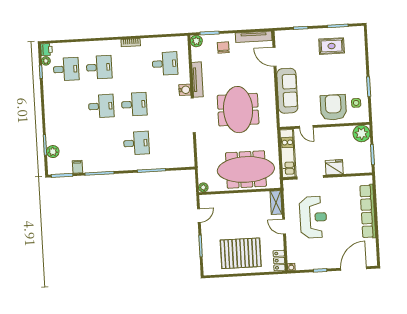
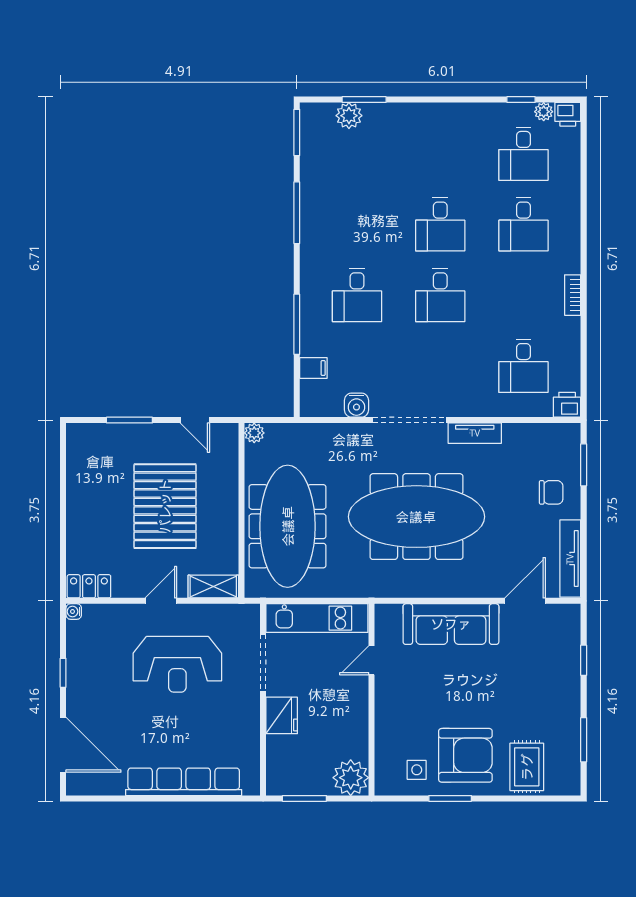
plant: (196, 41) -> (568, 436), removed
printer: (182, 42) -> (567, 405), added
rug: (332, 46) -> (527, 767), moved
tv unit: (197, 80) -> (475, 433), width x0.71
water cooler: (185, 90) -> (356, 405), moved
armchair: (333, 107) -> (465, 755), moved
meeting table: (238, 110) -> (416, 517), width x1.36
filing cabinet: (78, 167) -> (313, 368), moved
pallet: (241, 253) -> (165, 506), moved

